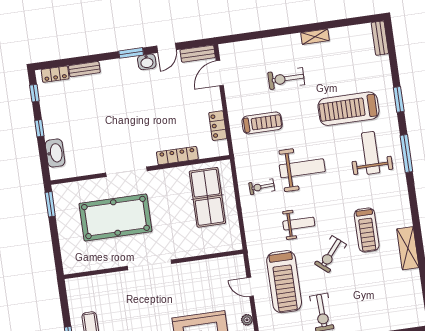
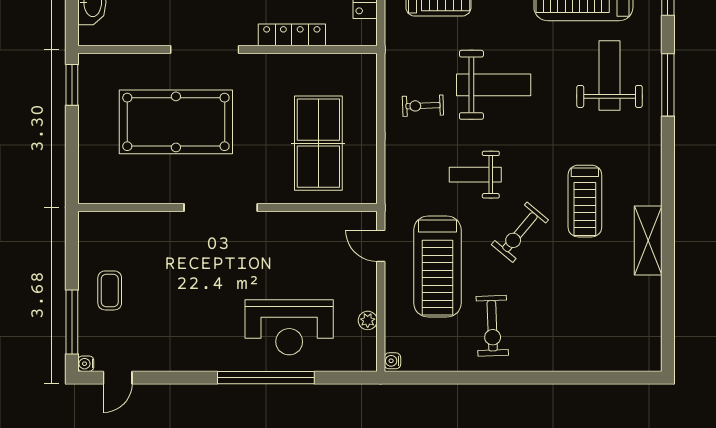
table tennis table: (207, 197) -> (318, 143), moved
weight bench: (299, 224) -> (475, 175), turned 180
door: (250, 287) -> (381, 246), moved

